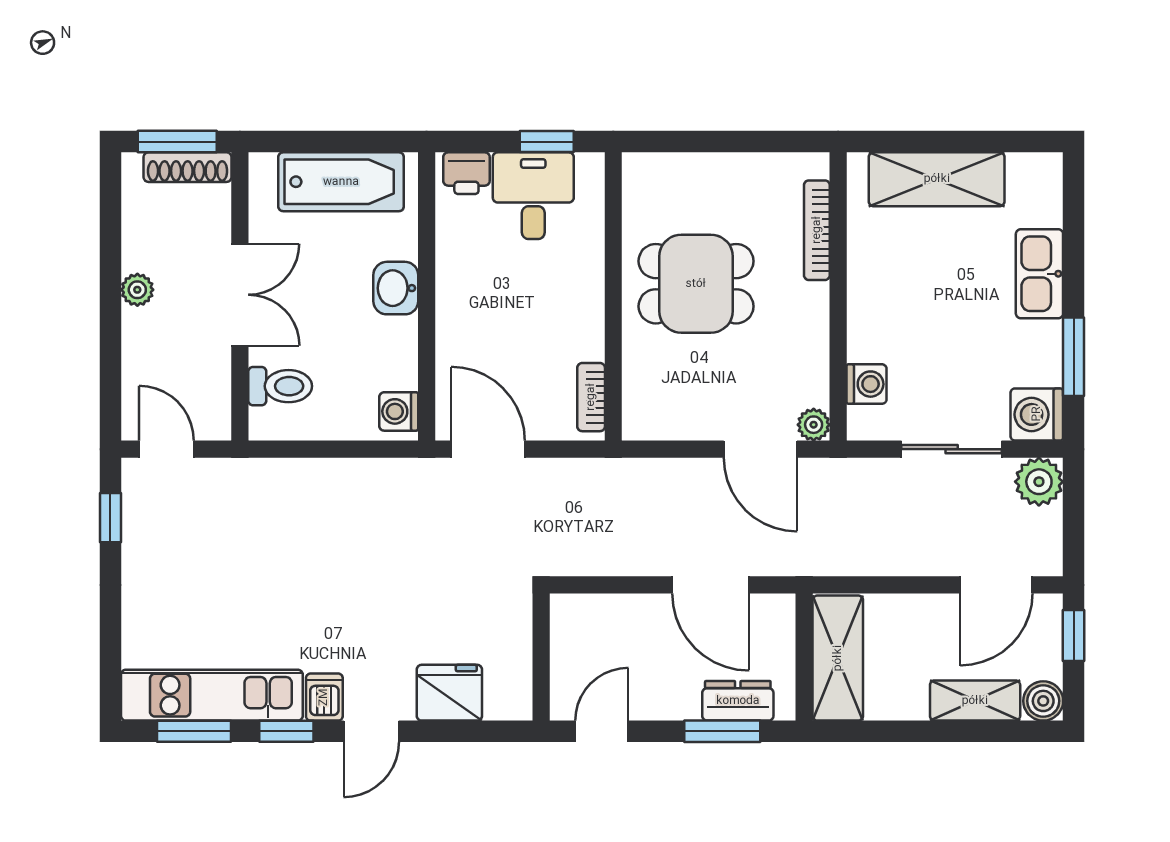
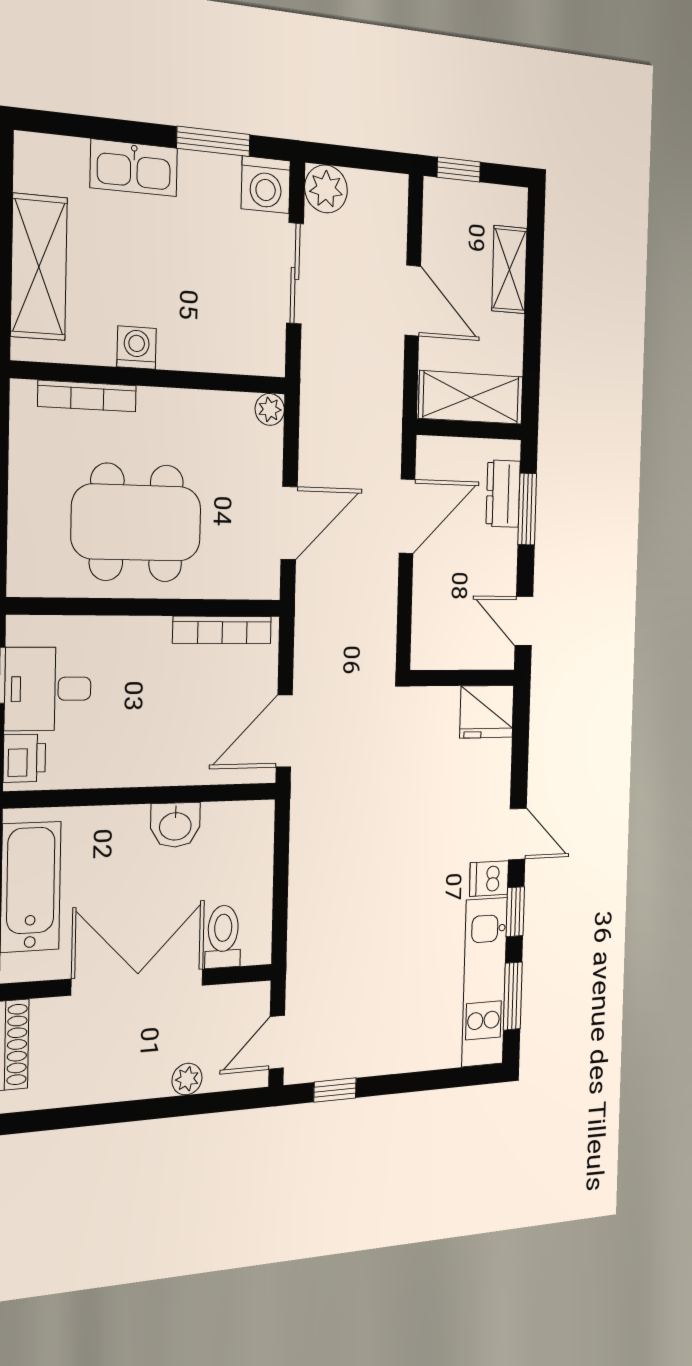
dining table: (696, 284) -> (136, 523), width x1.38
washbasin: (396, 288) -> (175, 825), moved
plant: (137, 290) -> (187, 1079), moved
double door: (240, 295) -> (138, 982), width x1.37
washing machine: (867, 384) -> (137, 348), moved
bookcase: (591, 397) -> (222, 630), width x1.56
washing machine: (399, 411) -> (248, 819), removed
door: (760, 449) -> (289, 523), moved
door: (996, 585) -> (413, 301), moved
fridge: (449, 693) -> (487, 712), moved, turned -90
boiler: (1043, 701) -> (512, 205), removed

